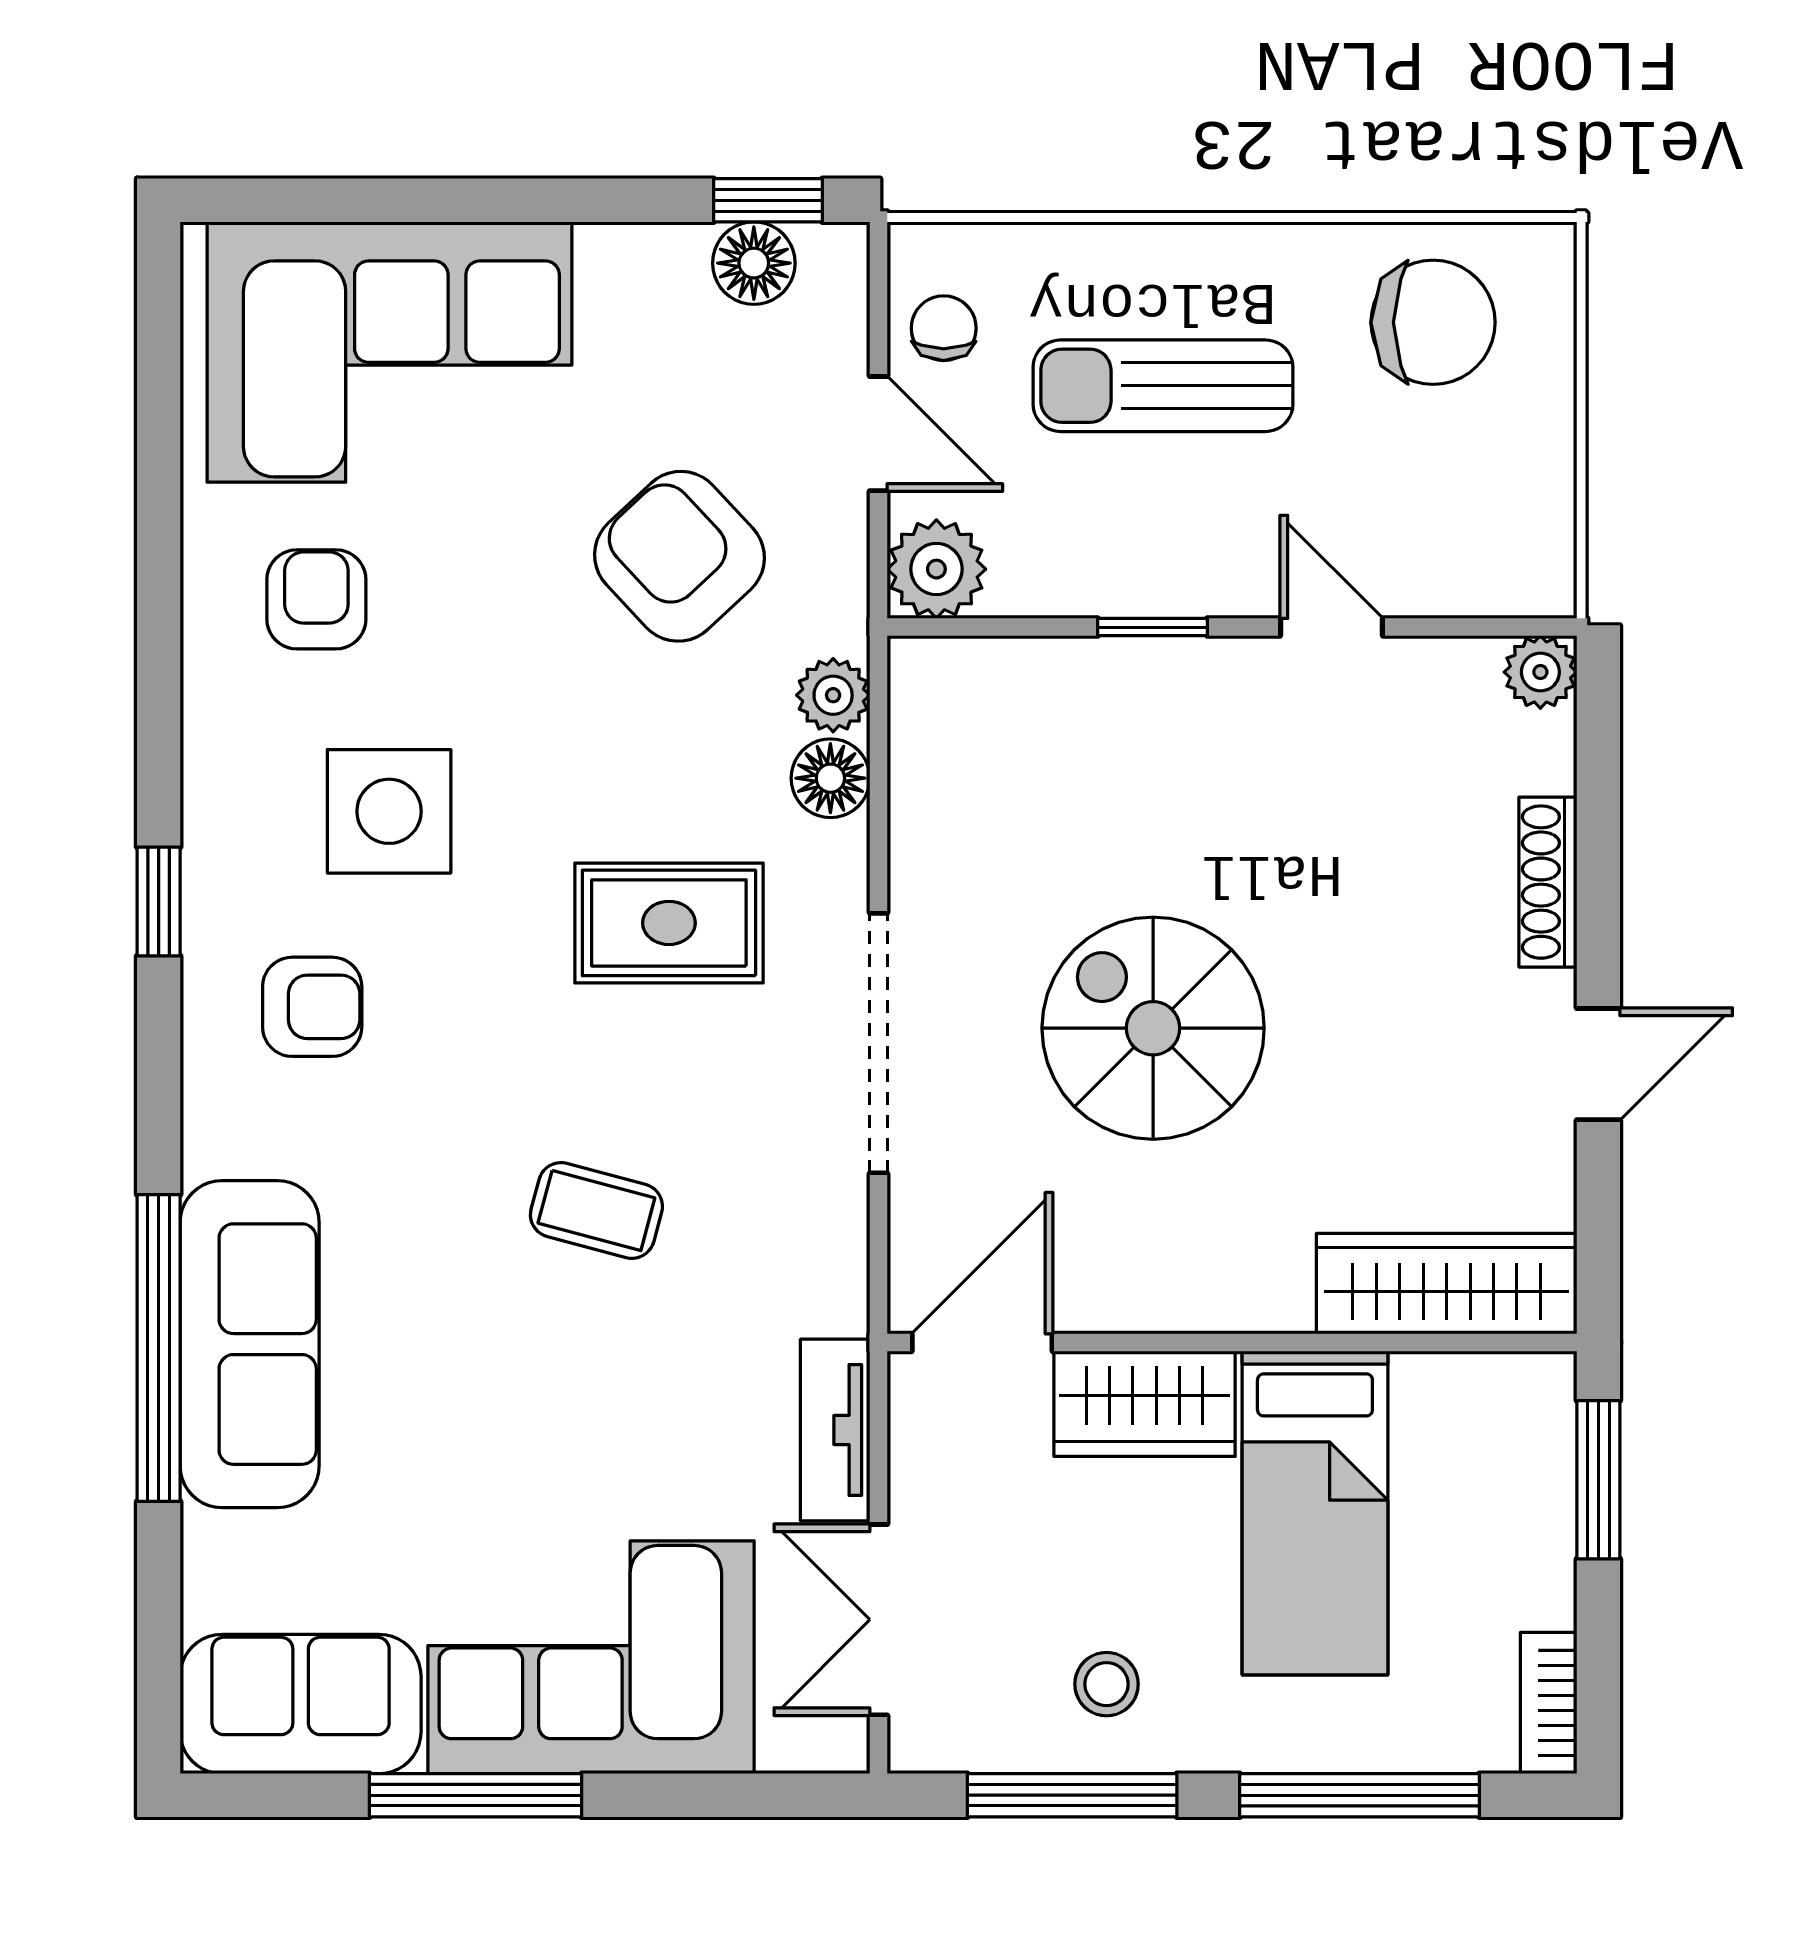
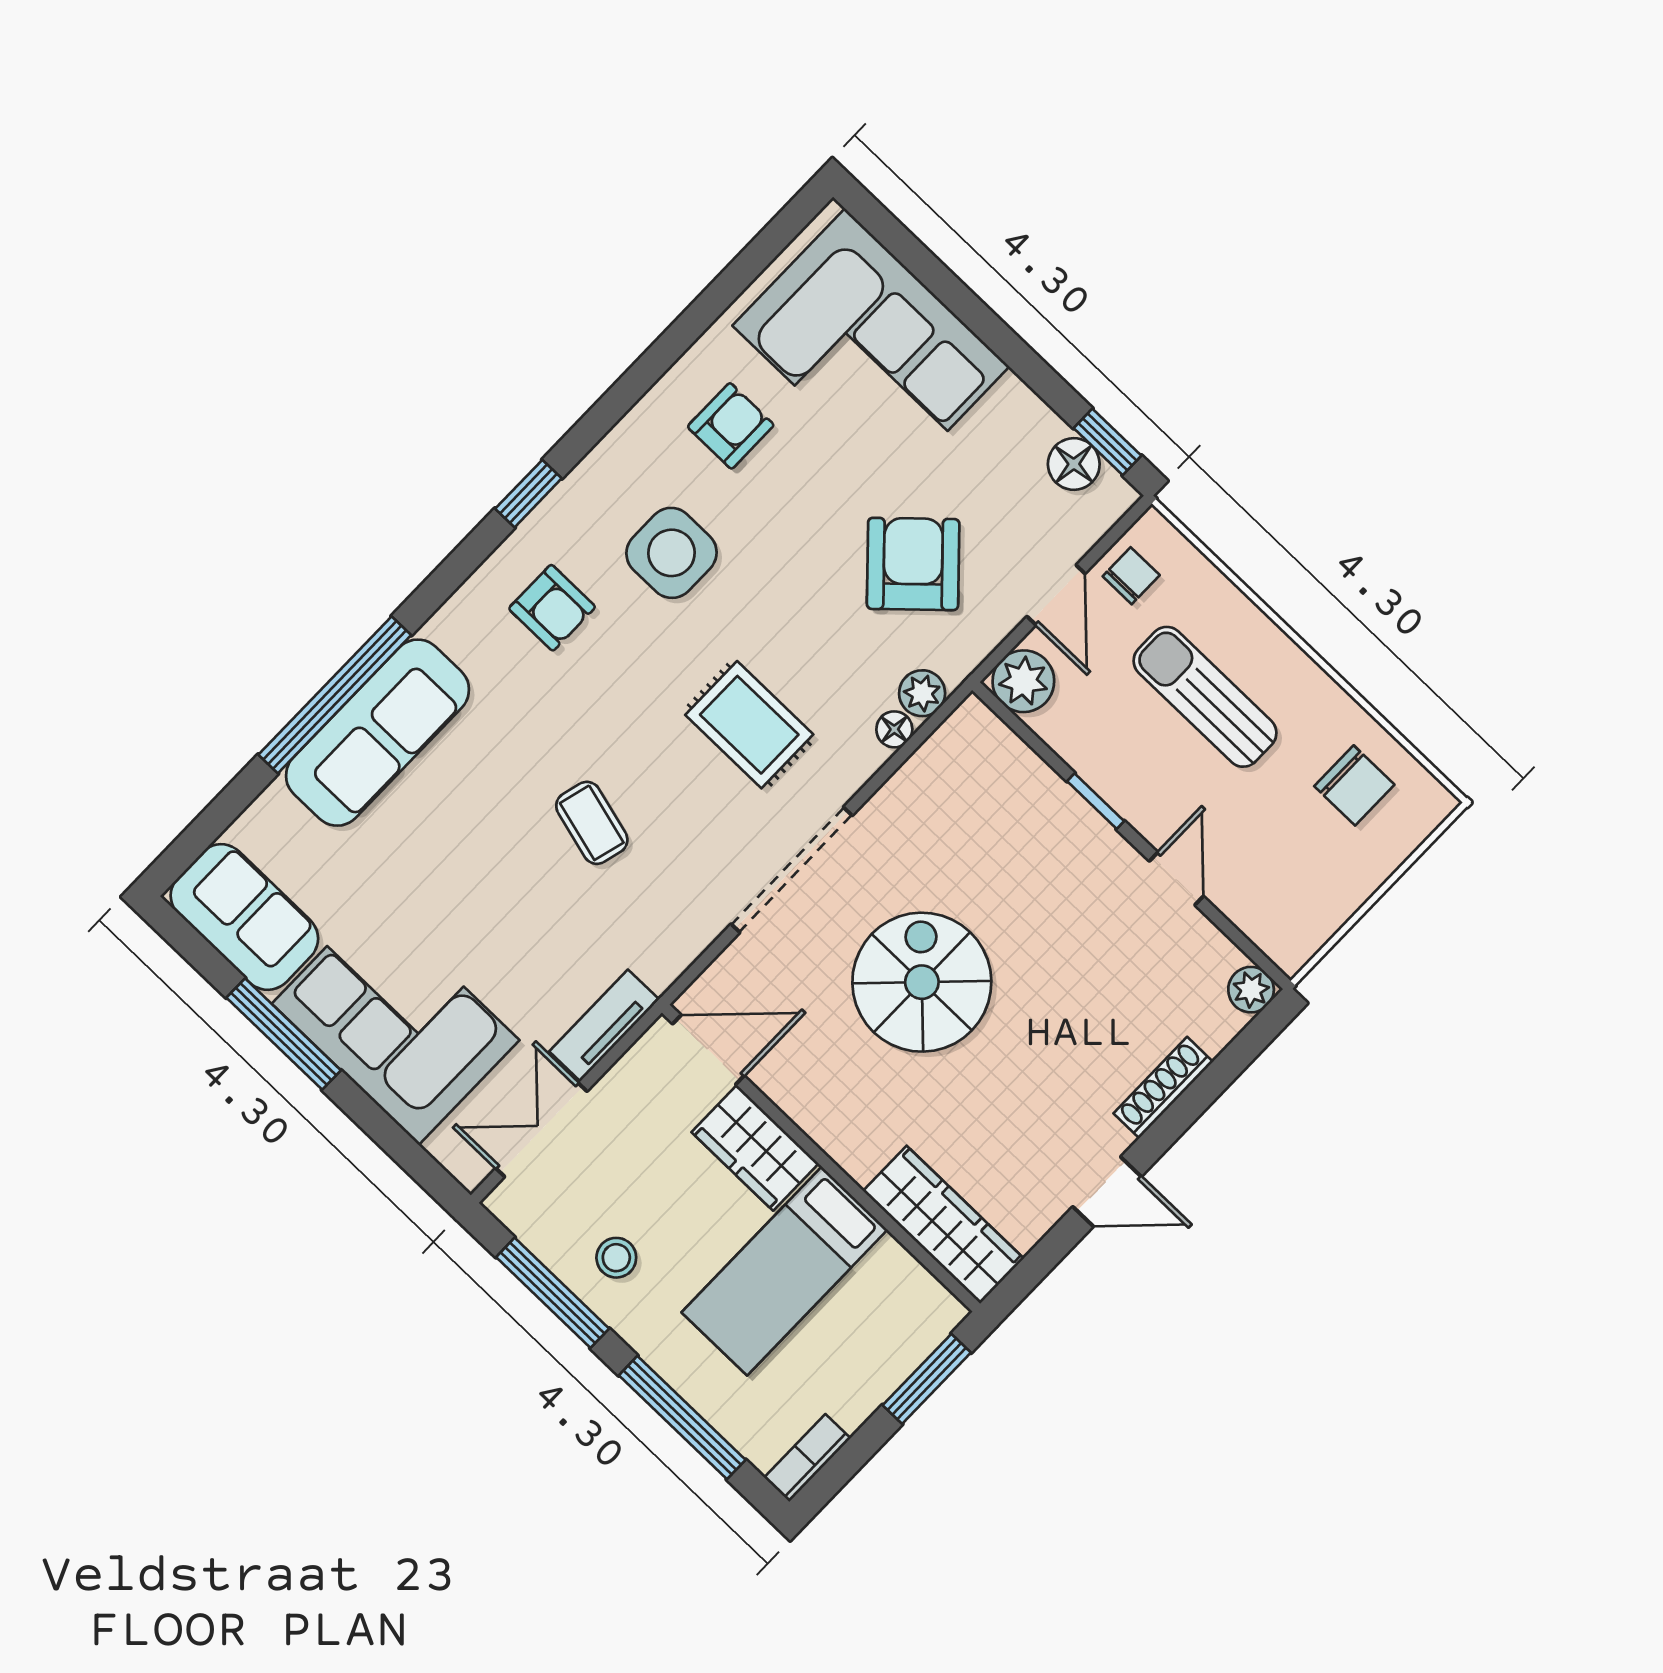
chair: (1433, 322) -> (1354, 785), width x0.73, depth x0.73
floor lamp: (830, 778) -> (894, 729), width x0.73, depth x0.73

